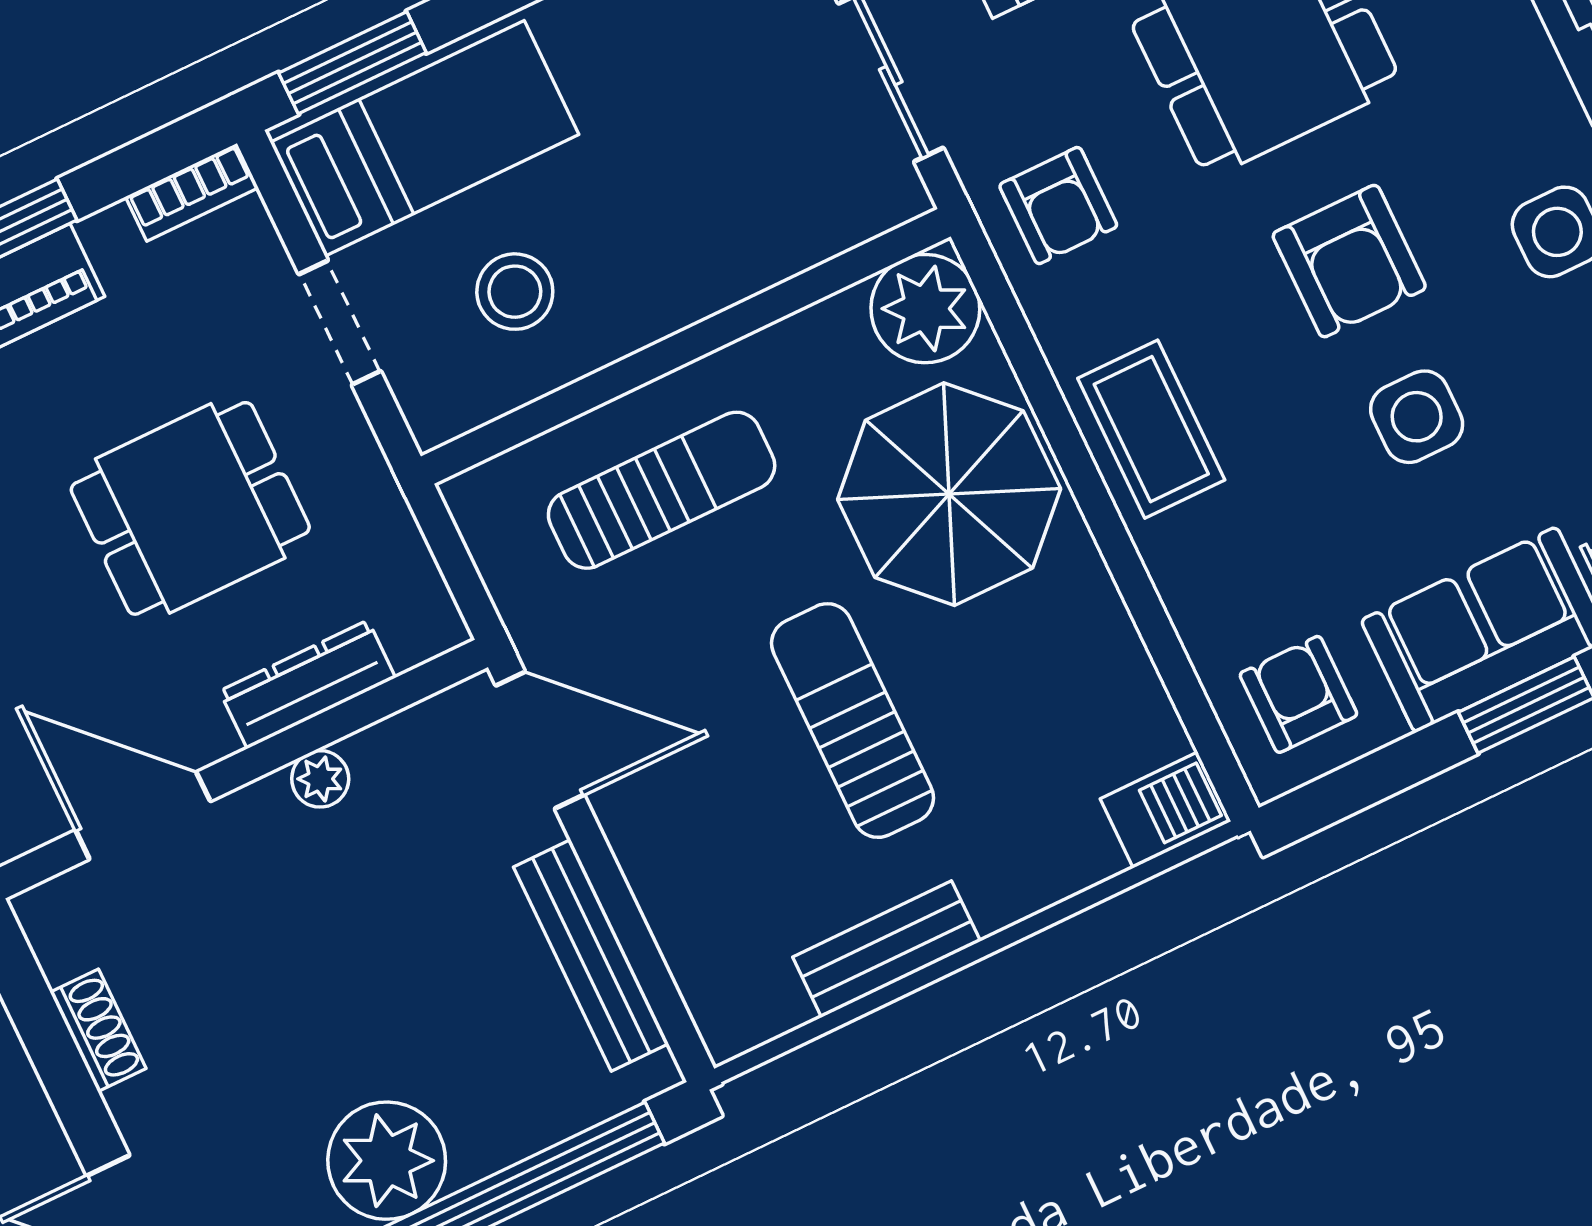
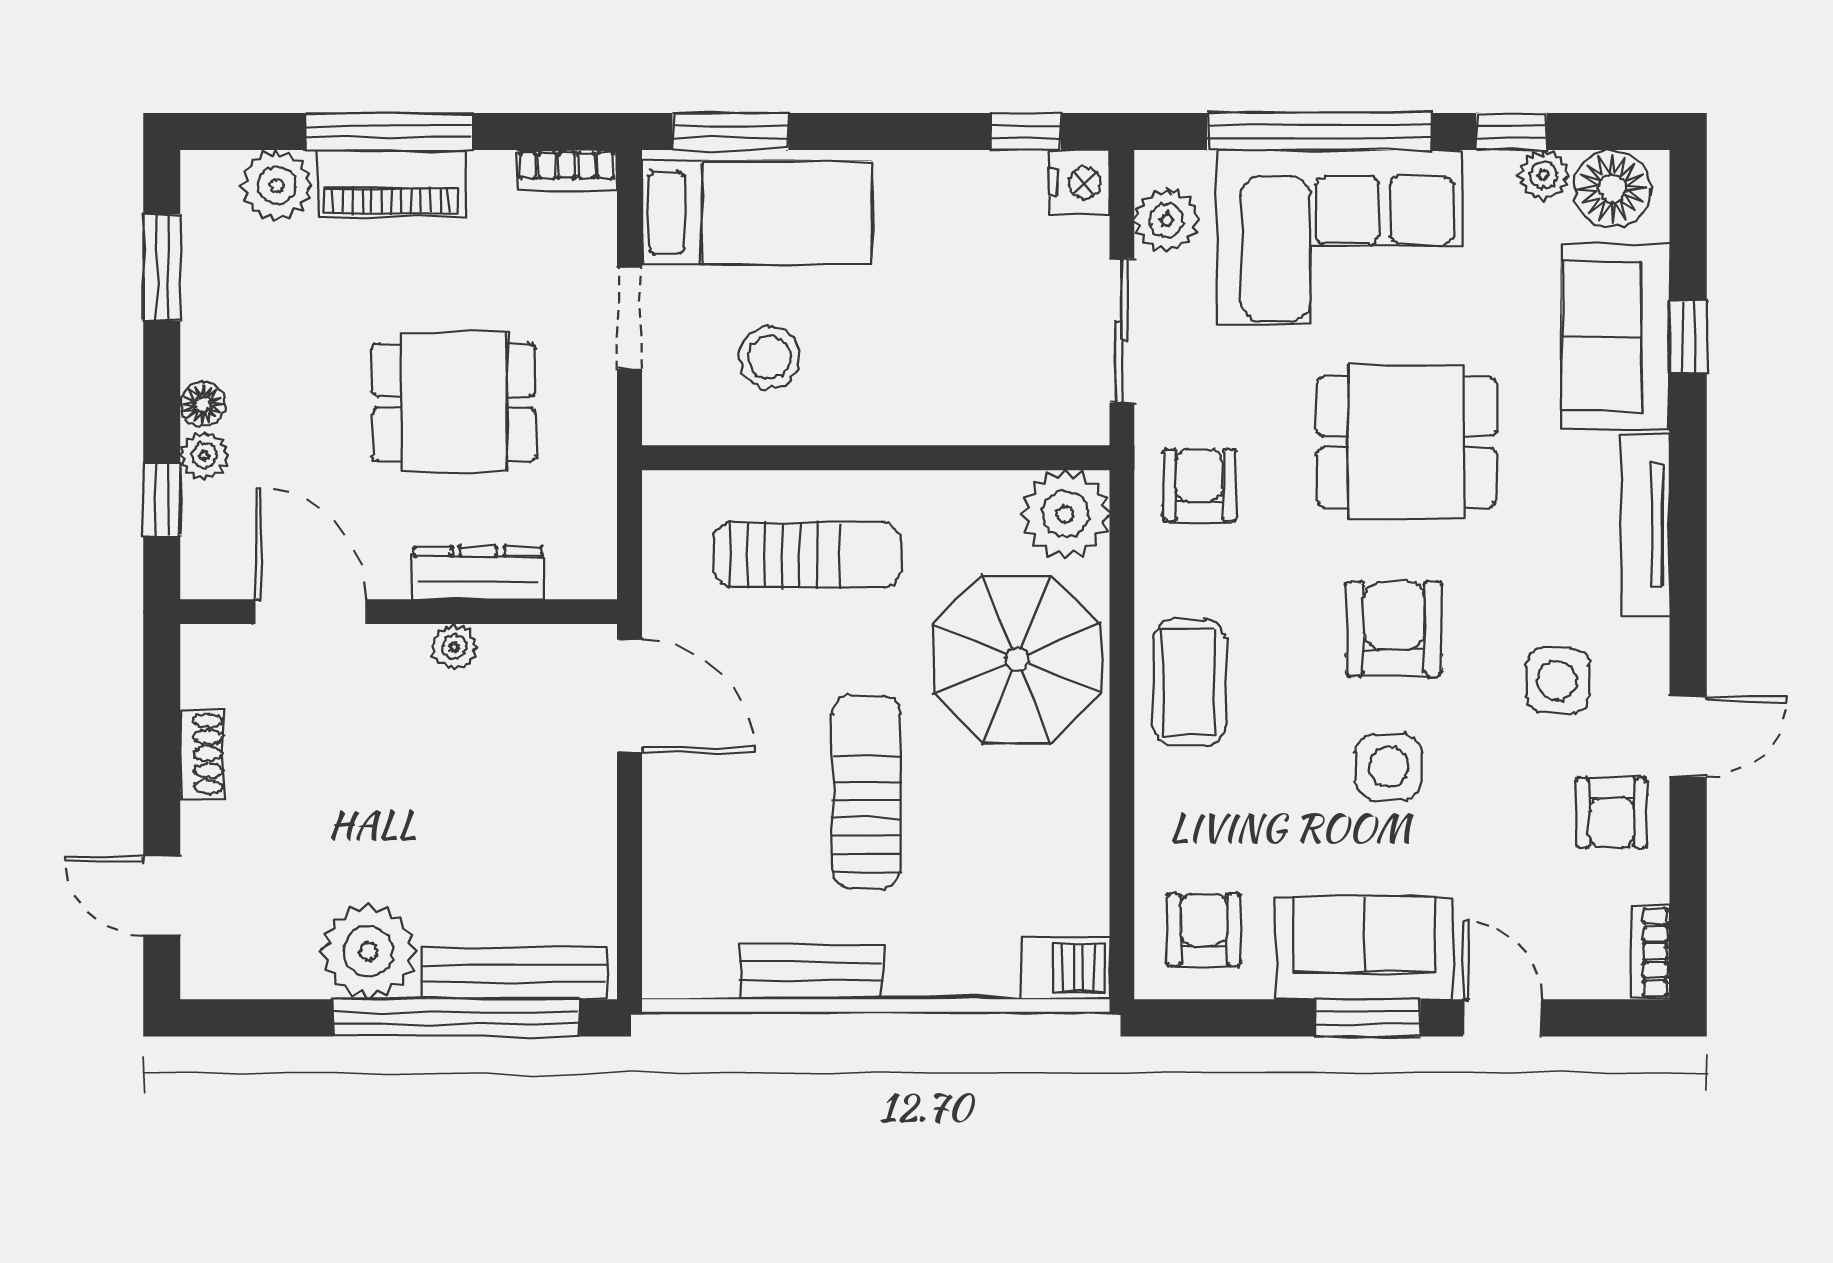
armchair: (1058, 206) -> (1199, 485), turned 180
armchair: (1349, 261) -> (1394, 629), turned 180
bench: (591, 955) -> (514, 973), moved, turned 90

